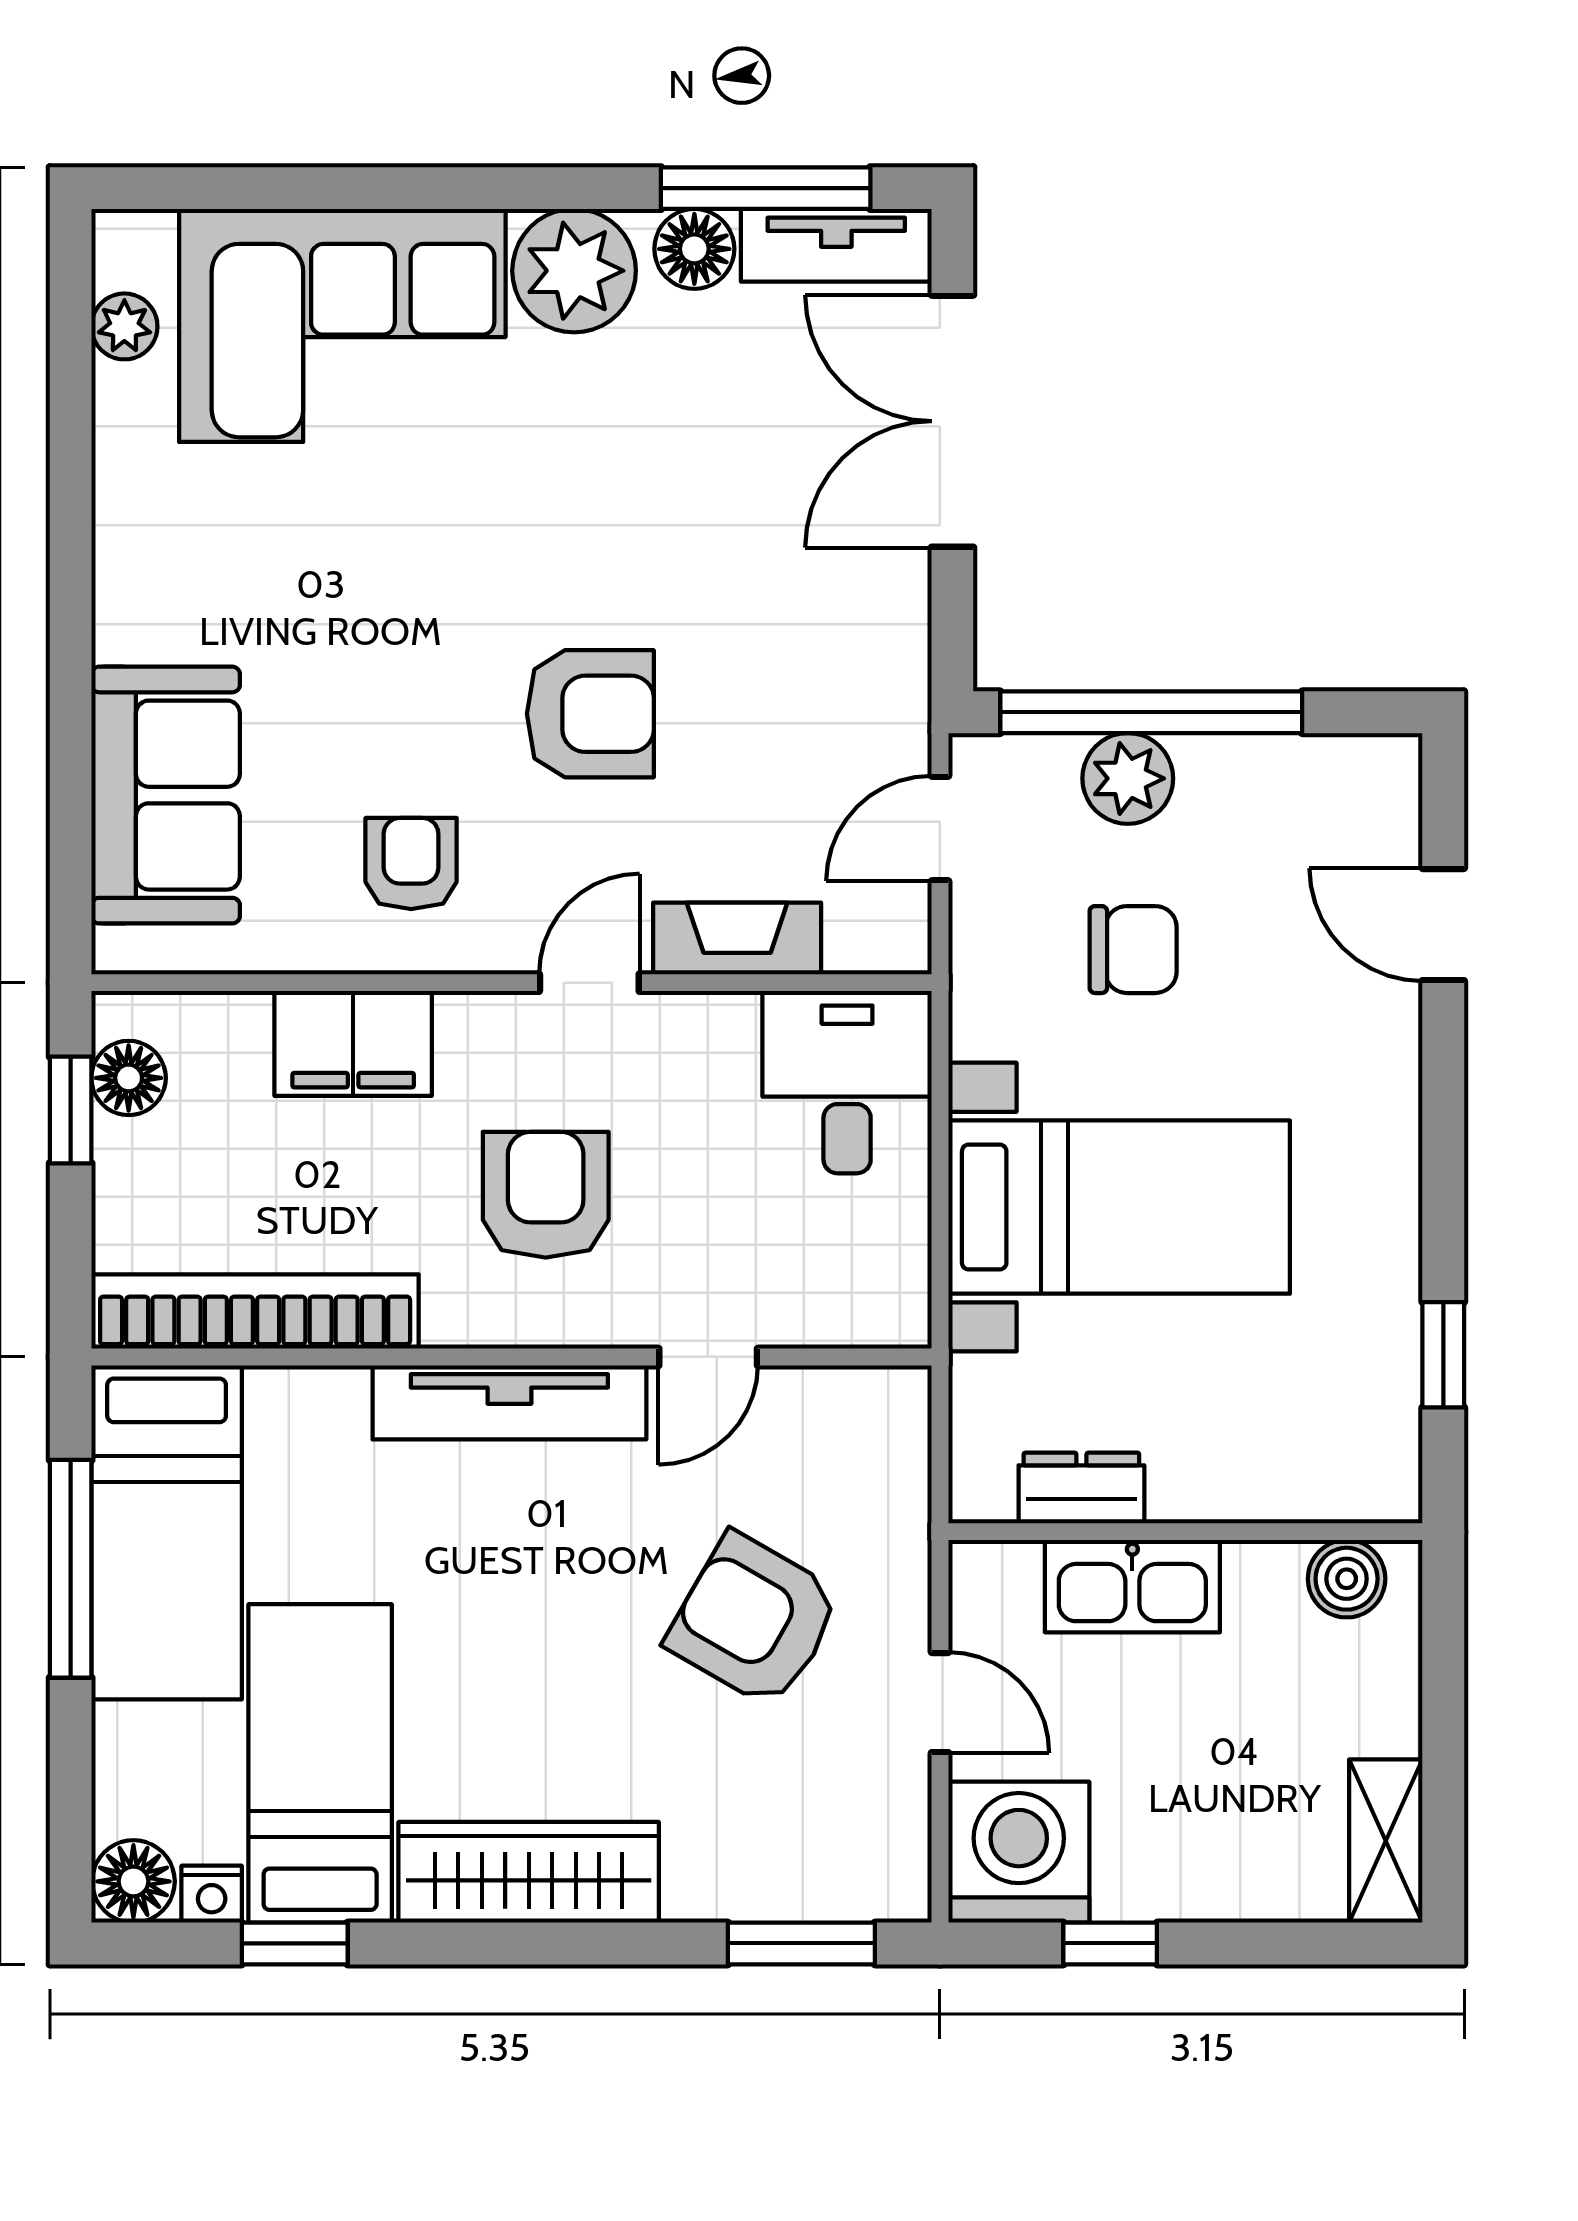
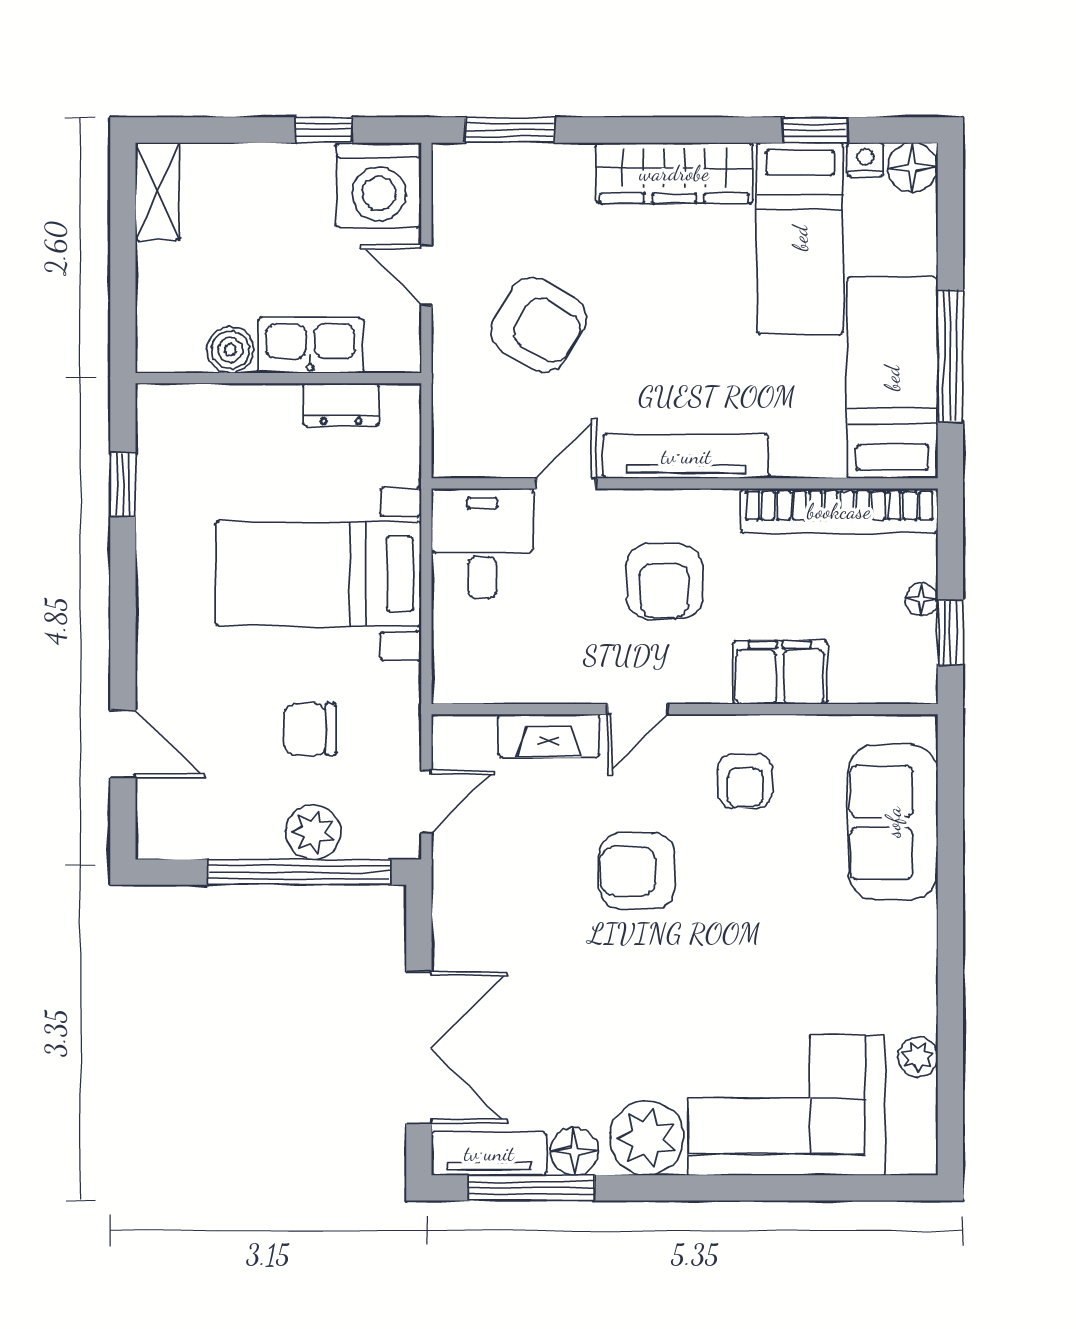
plant: (124, 326) -> (918, 1057), moved
floor lamp: (129, 1078) -> (921, 600), moved, width x0.73, depth x0.73
desk: (847, 1082) -> (482, 543), moved, turned 180
boiler: (1347, 1579) -> (230, 350), moved

